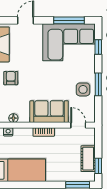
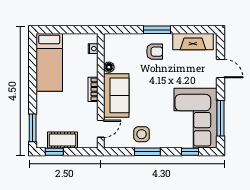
floor lamp: (13, 118) -> (109, 67), moved

